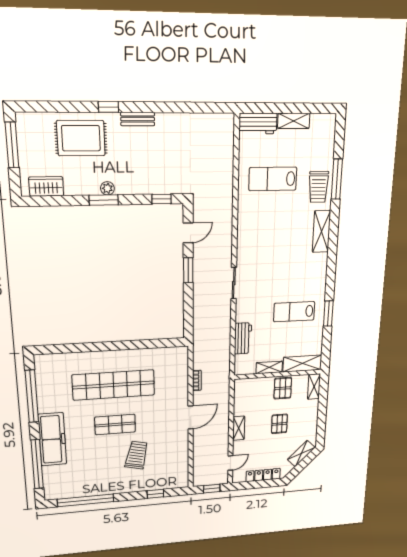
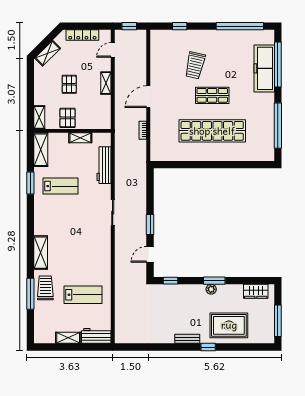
workbench: (243, 338) -> (104, 165), width x1.37
shelving: (302, 363) -> (41, 150), moved, turned 90
freezer: (52, 439) -> (264, 68), moved

